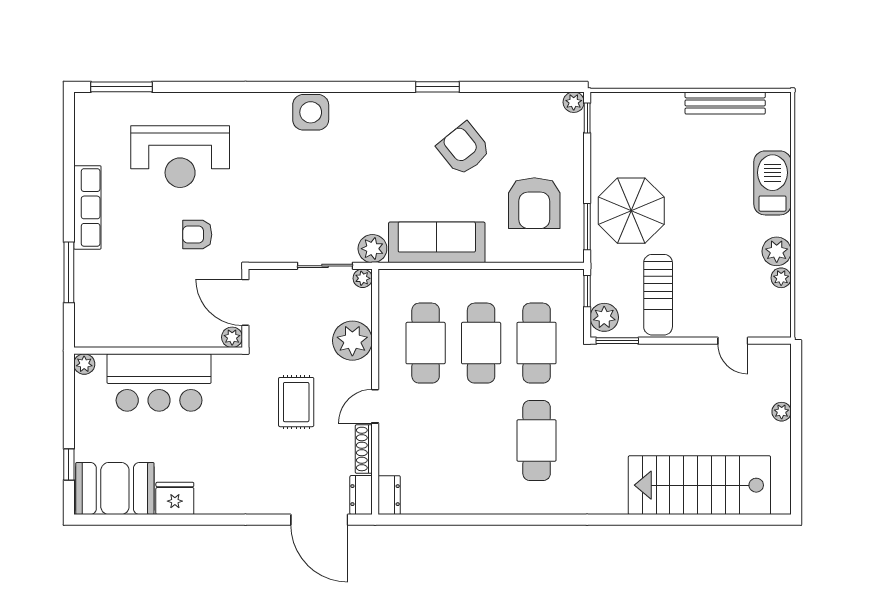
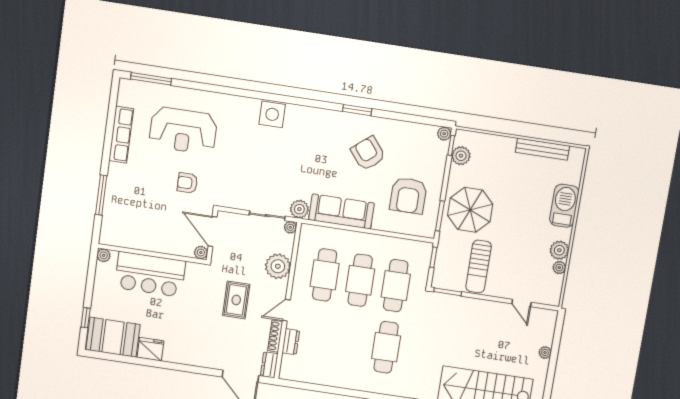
row of seats: (87, 207) -> (121, 135), moved
plant: (604, 317) -> (461, 156), moved
dresser: (389, 495) -> (291, 342), moved

